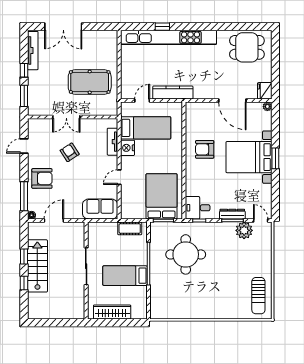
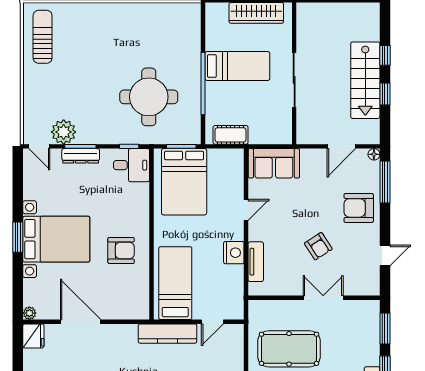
bed: (146, 128) -> (175, 283), moved, turned 90

